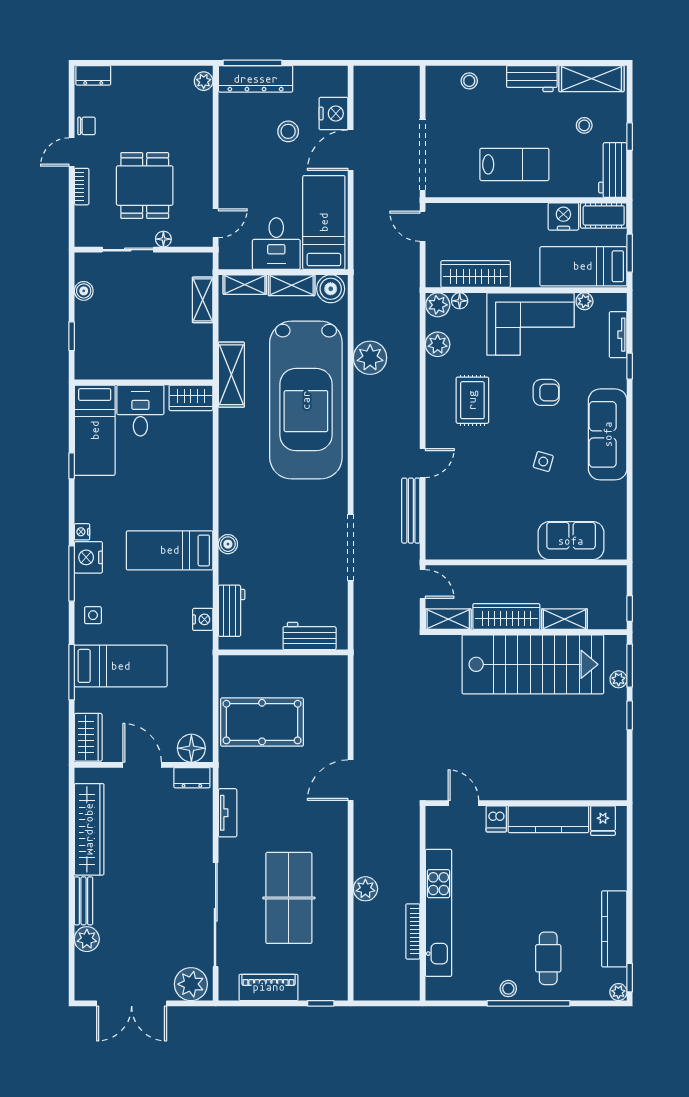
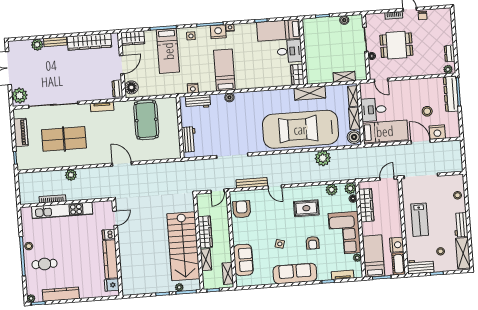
dresser: (93, 75) -> (450, 53), moved
armchair: (465, 536) -> (242, 209), added
shelving: (448, 619) -> (228, 273), moved

